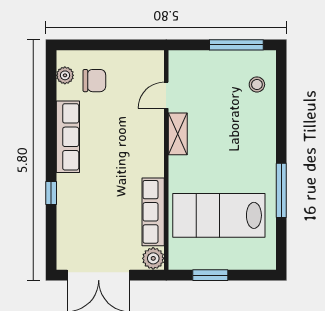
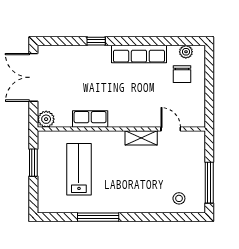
row of seats: (153, 212) -> (90, 119), width x0.68
lab bench: (219, 215) -> (79, 169), width x0.73, depth x0.72

